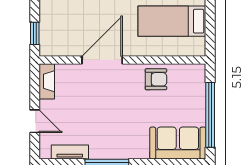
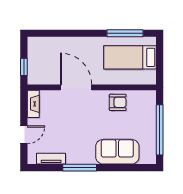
door: (102, 60) -> (76, 87), hinge flipped
door: (35, 121) -> (24, 135), hinge flipped
sofa: (178, 143) -> (117, 152), moved

